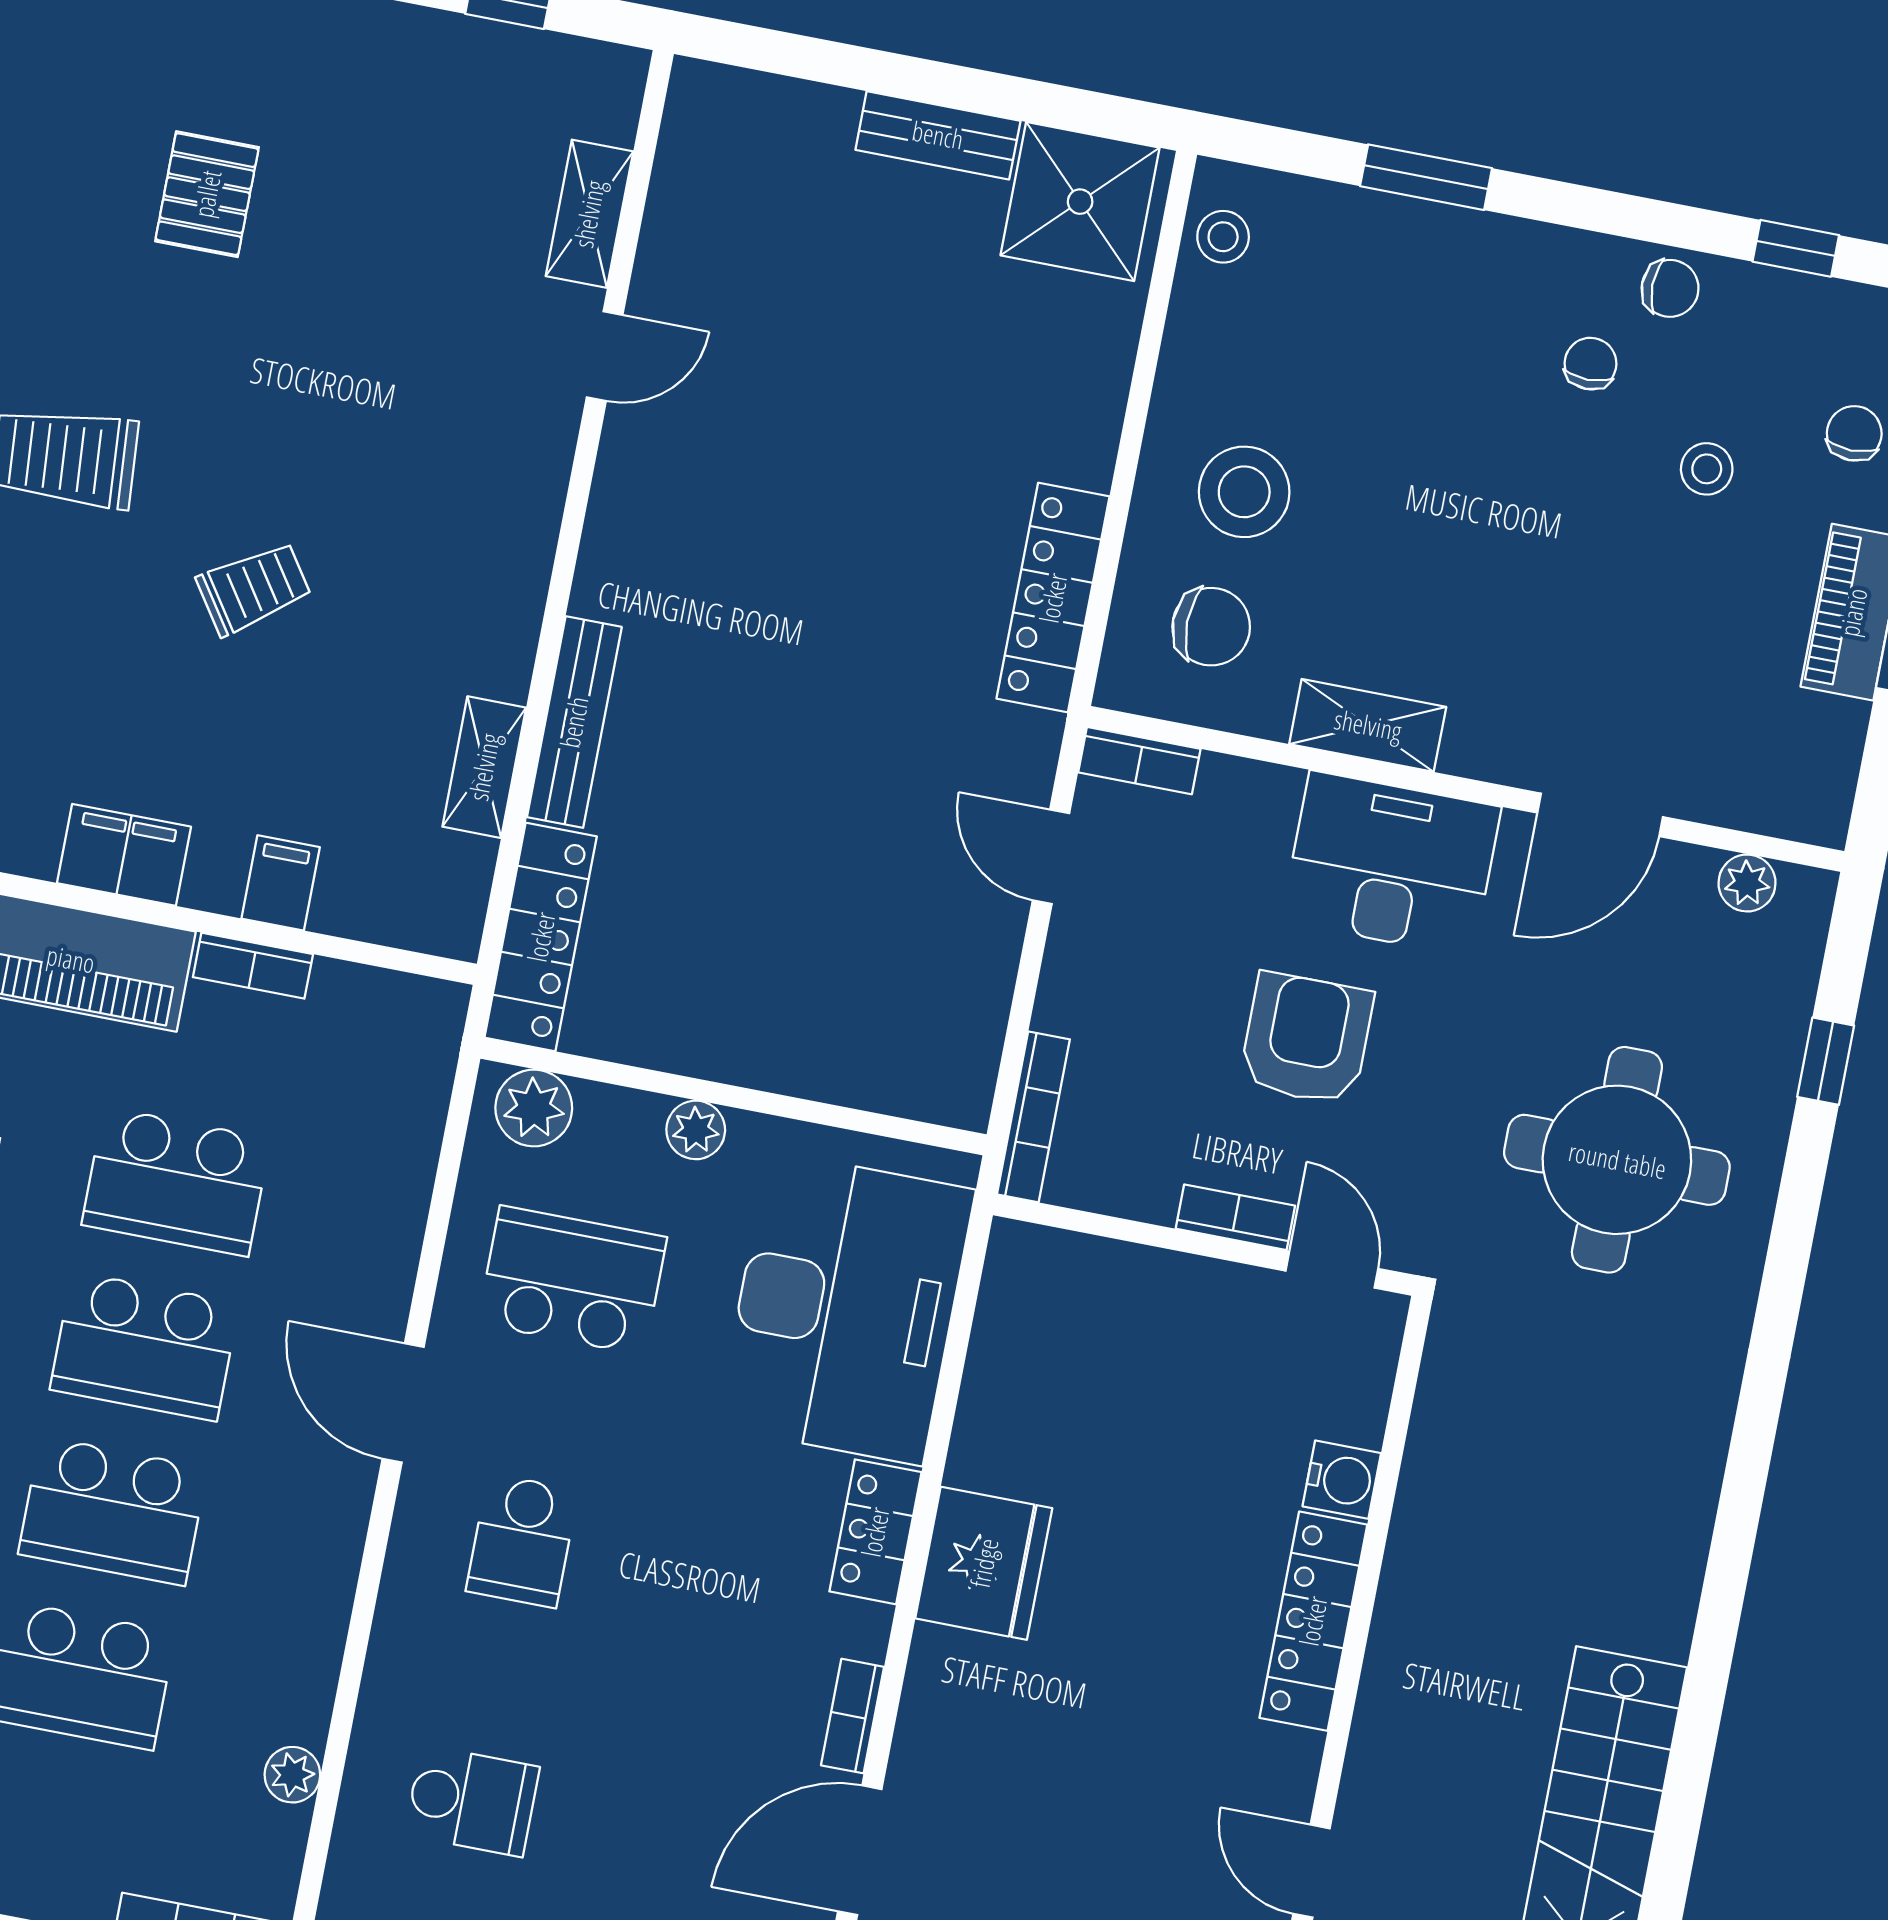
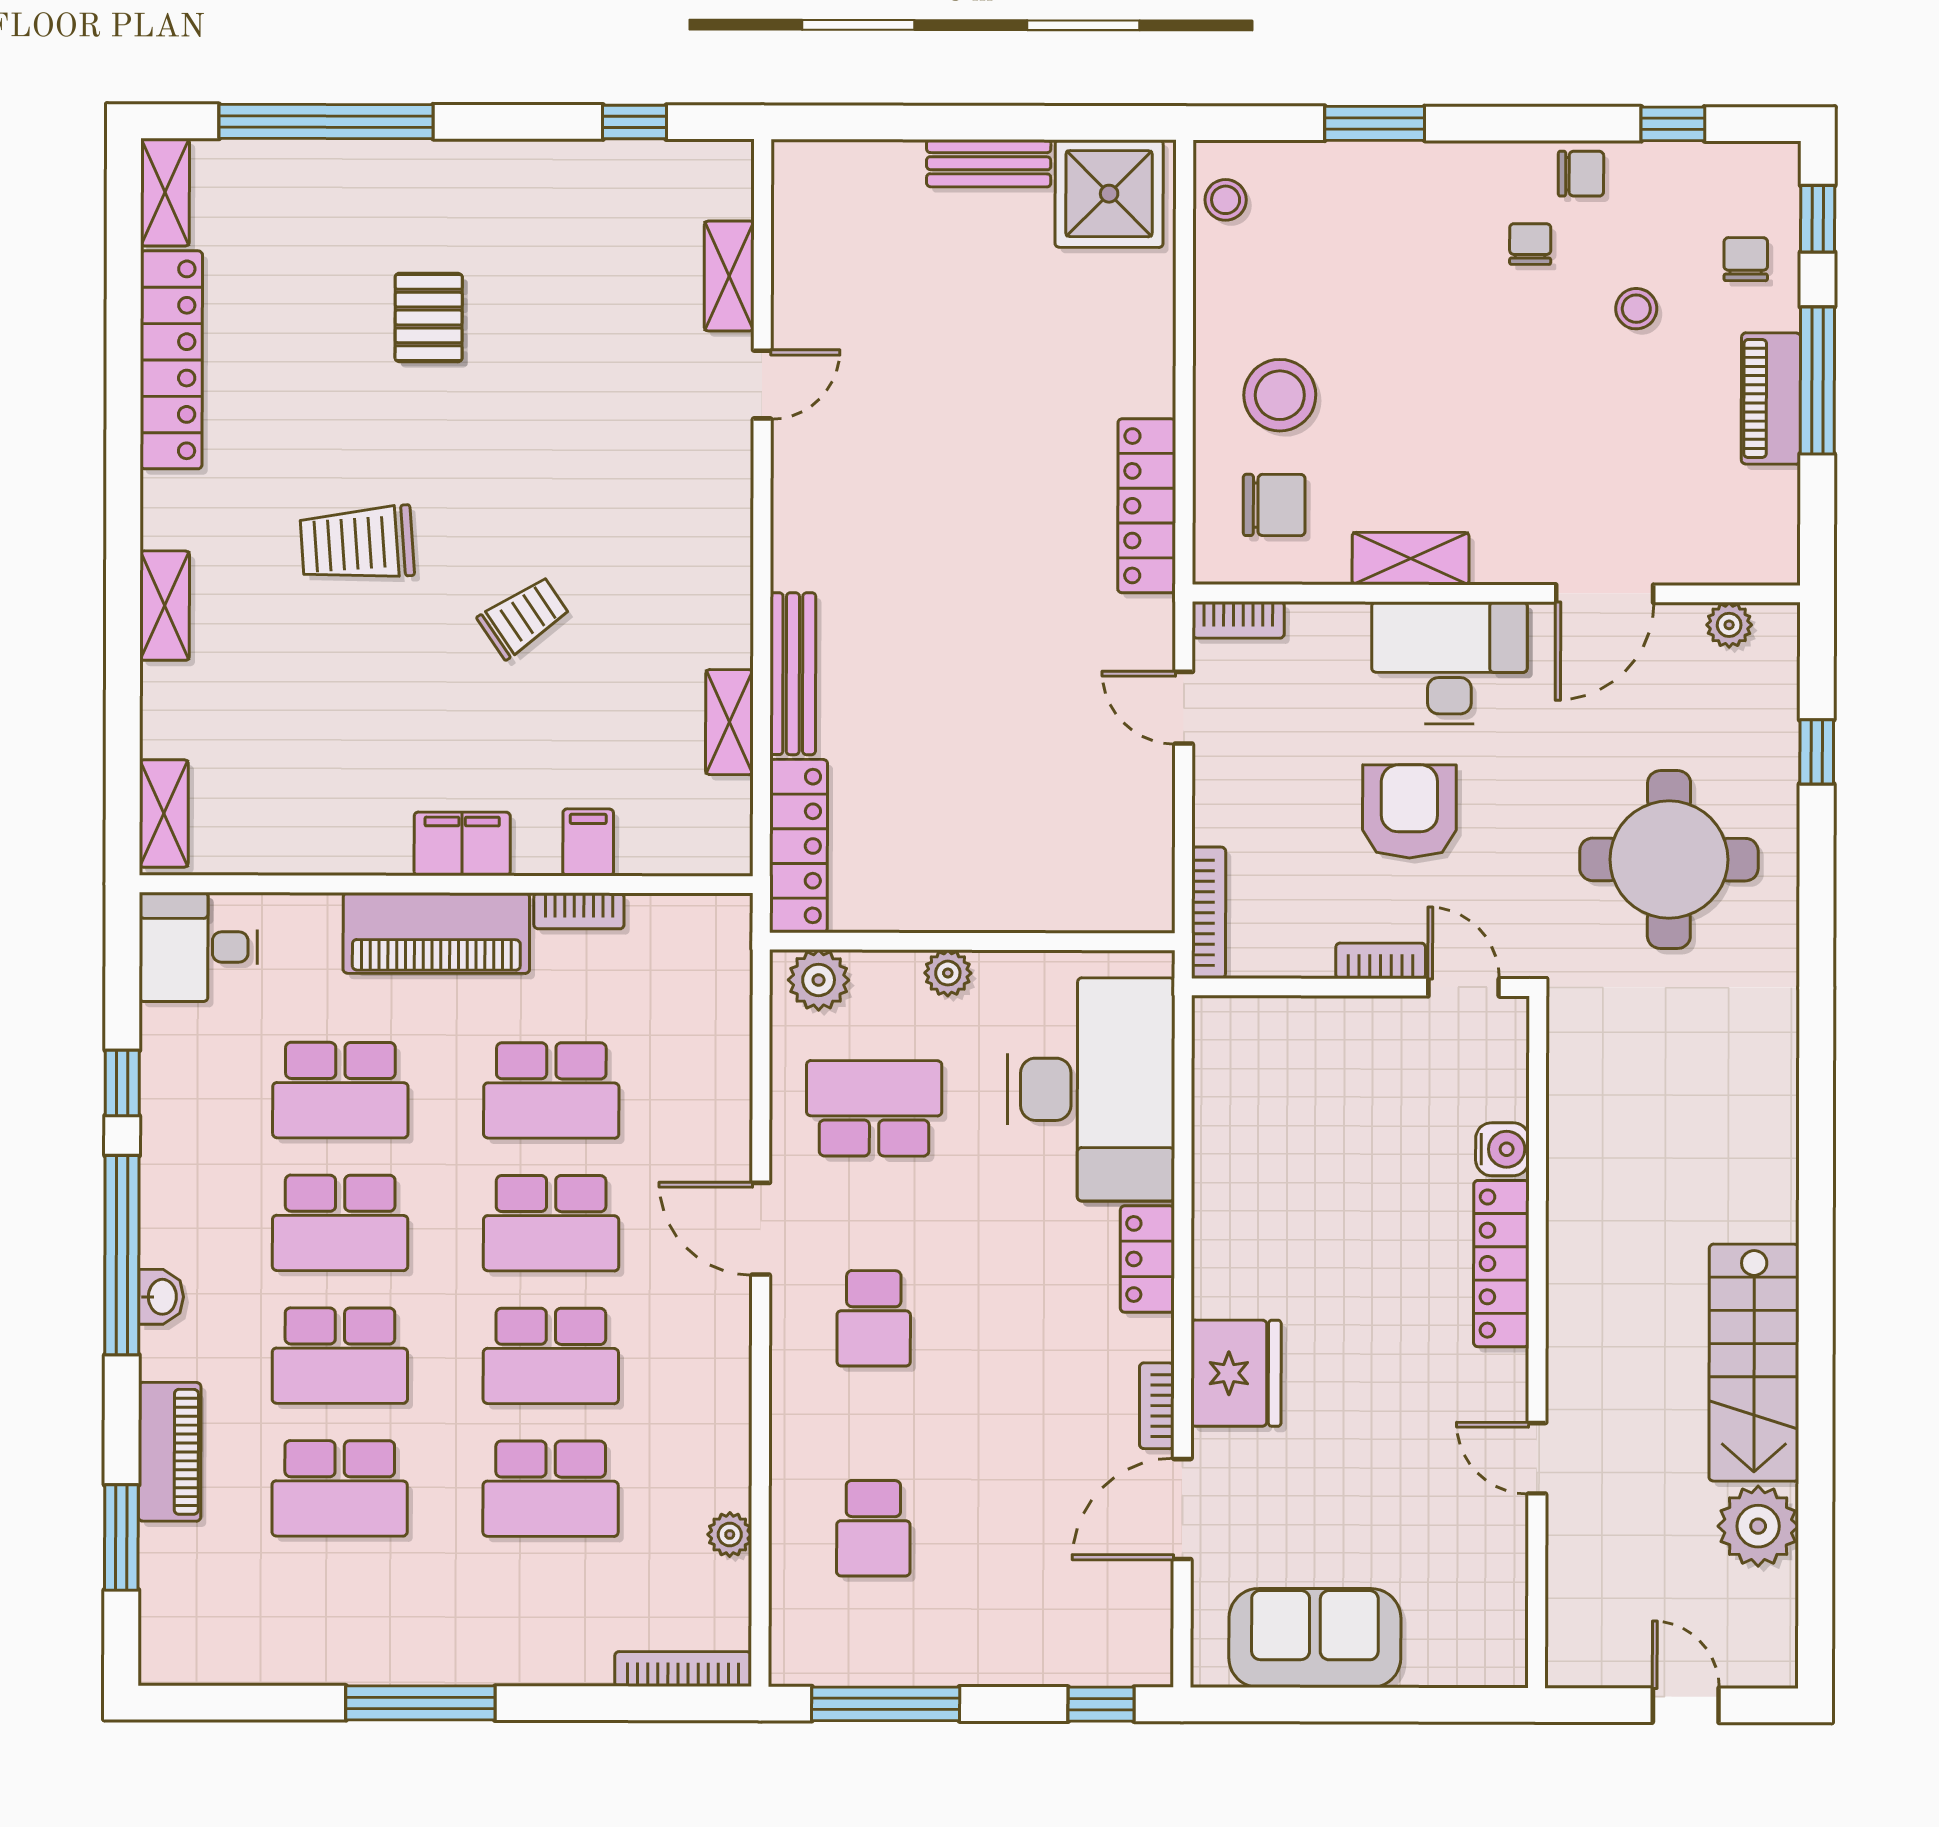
fridge: (984, 1563) -> (1236, 1373), moved
school desk: (472, 1801) -> (873, 1528), turned 90

